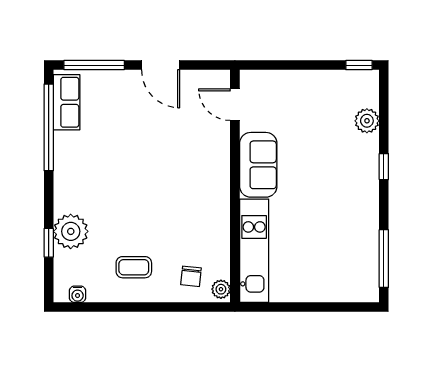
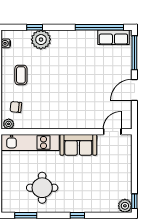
plant: (367, 121) -> (125, 206), moved
round table: (335, 229) -> (42, 188), added
window: (384, 259) -> (26, 215), width x0.69

